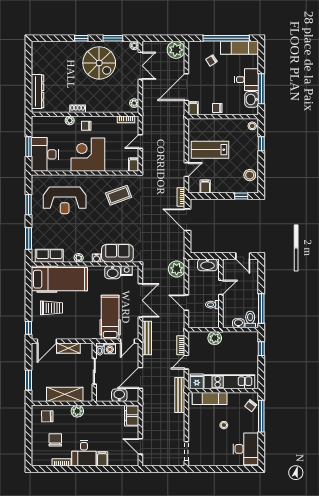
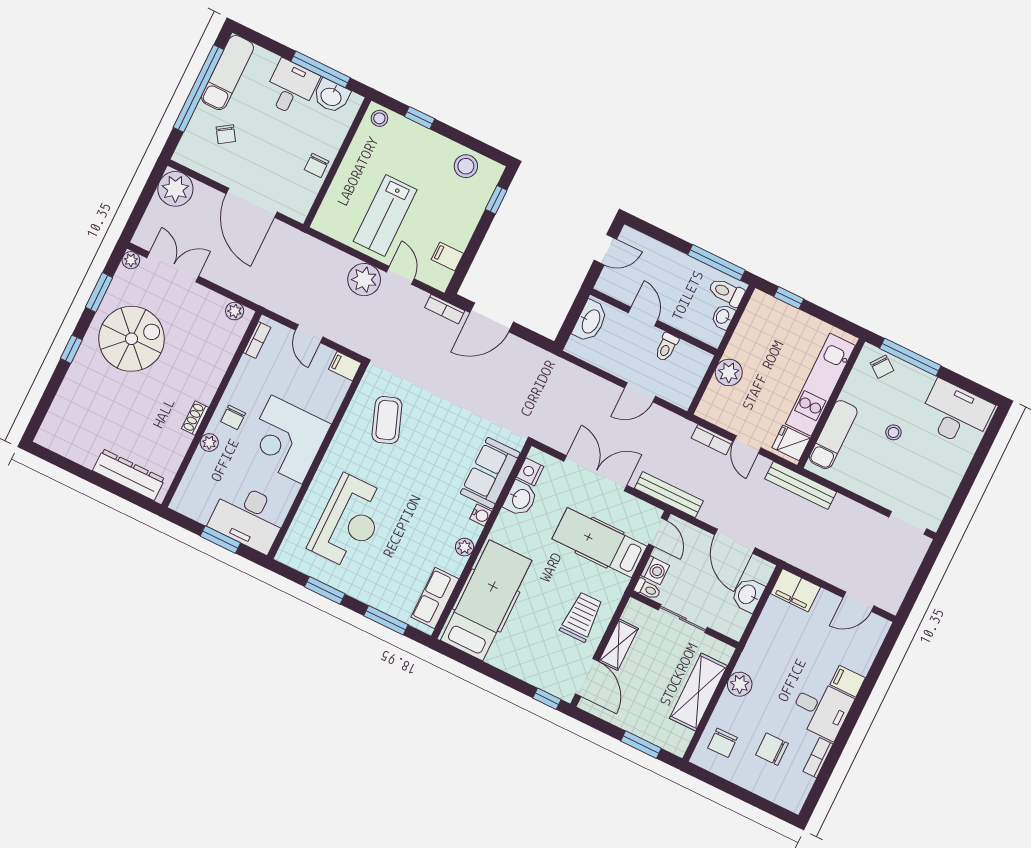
filing cabinet: (193, 108) -> (296, 209), removed
plant: (177, 269) -> (364, 280), moved
trolley: (51, 308) -> (582, 617), moved

